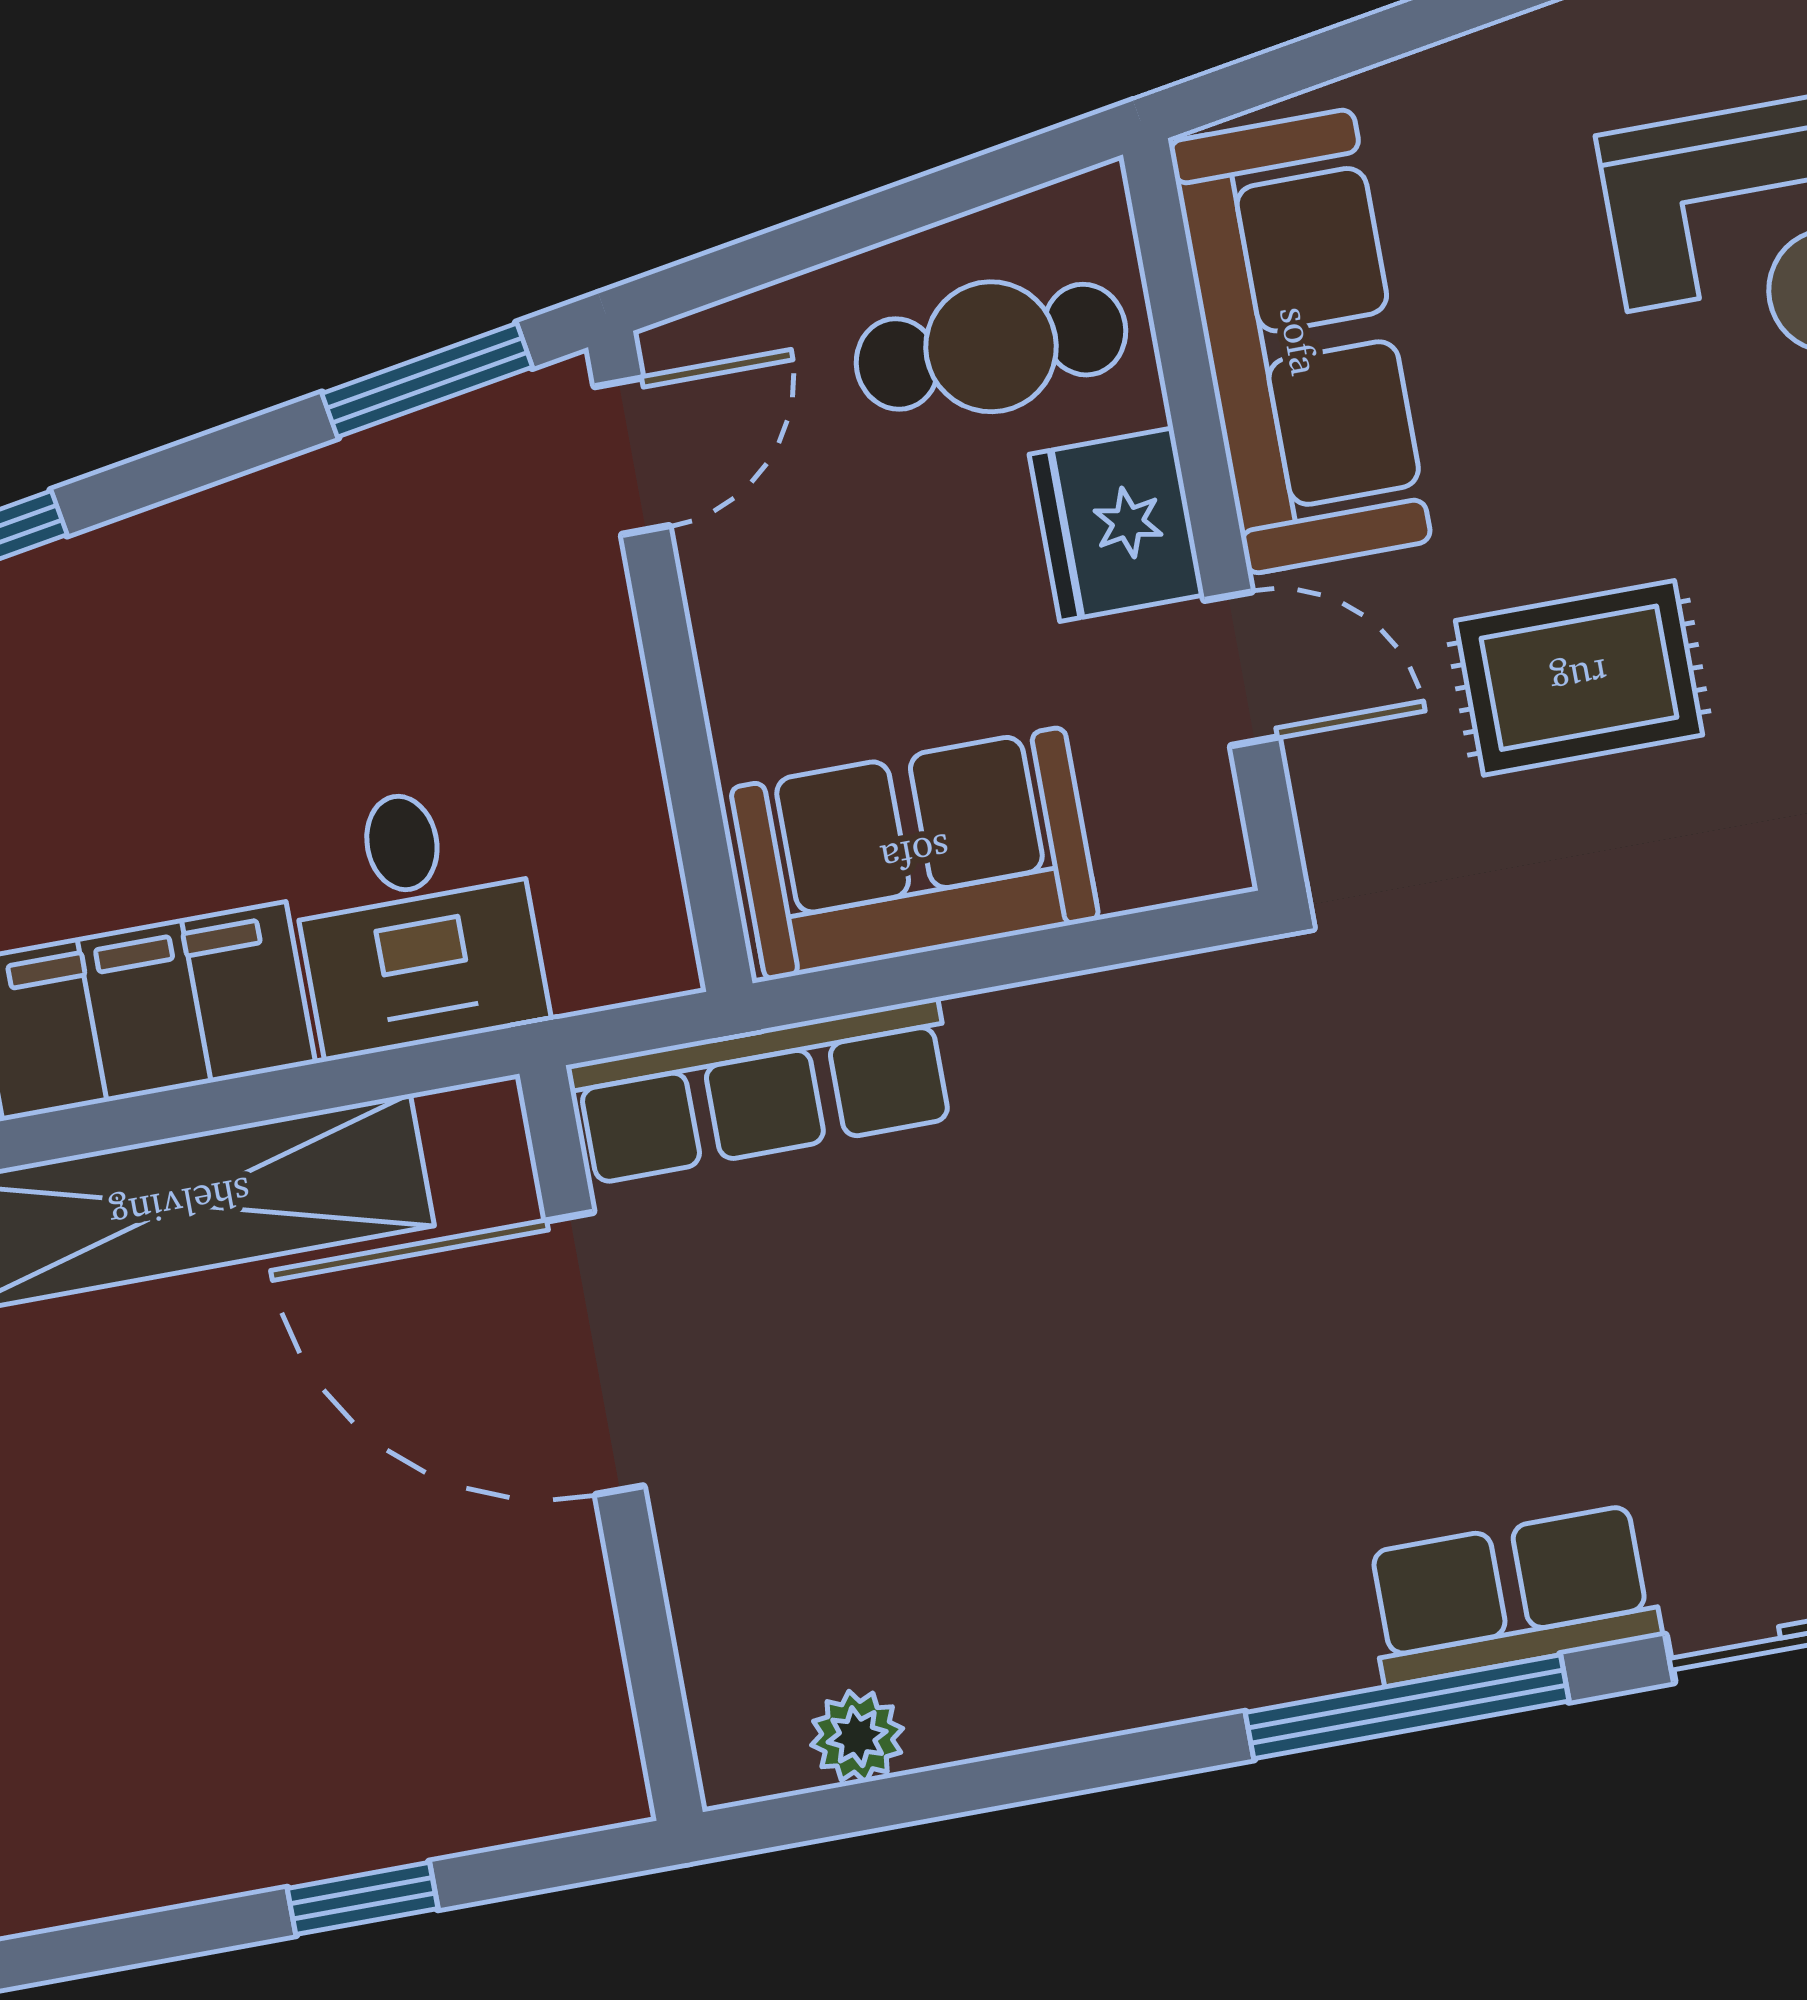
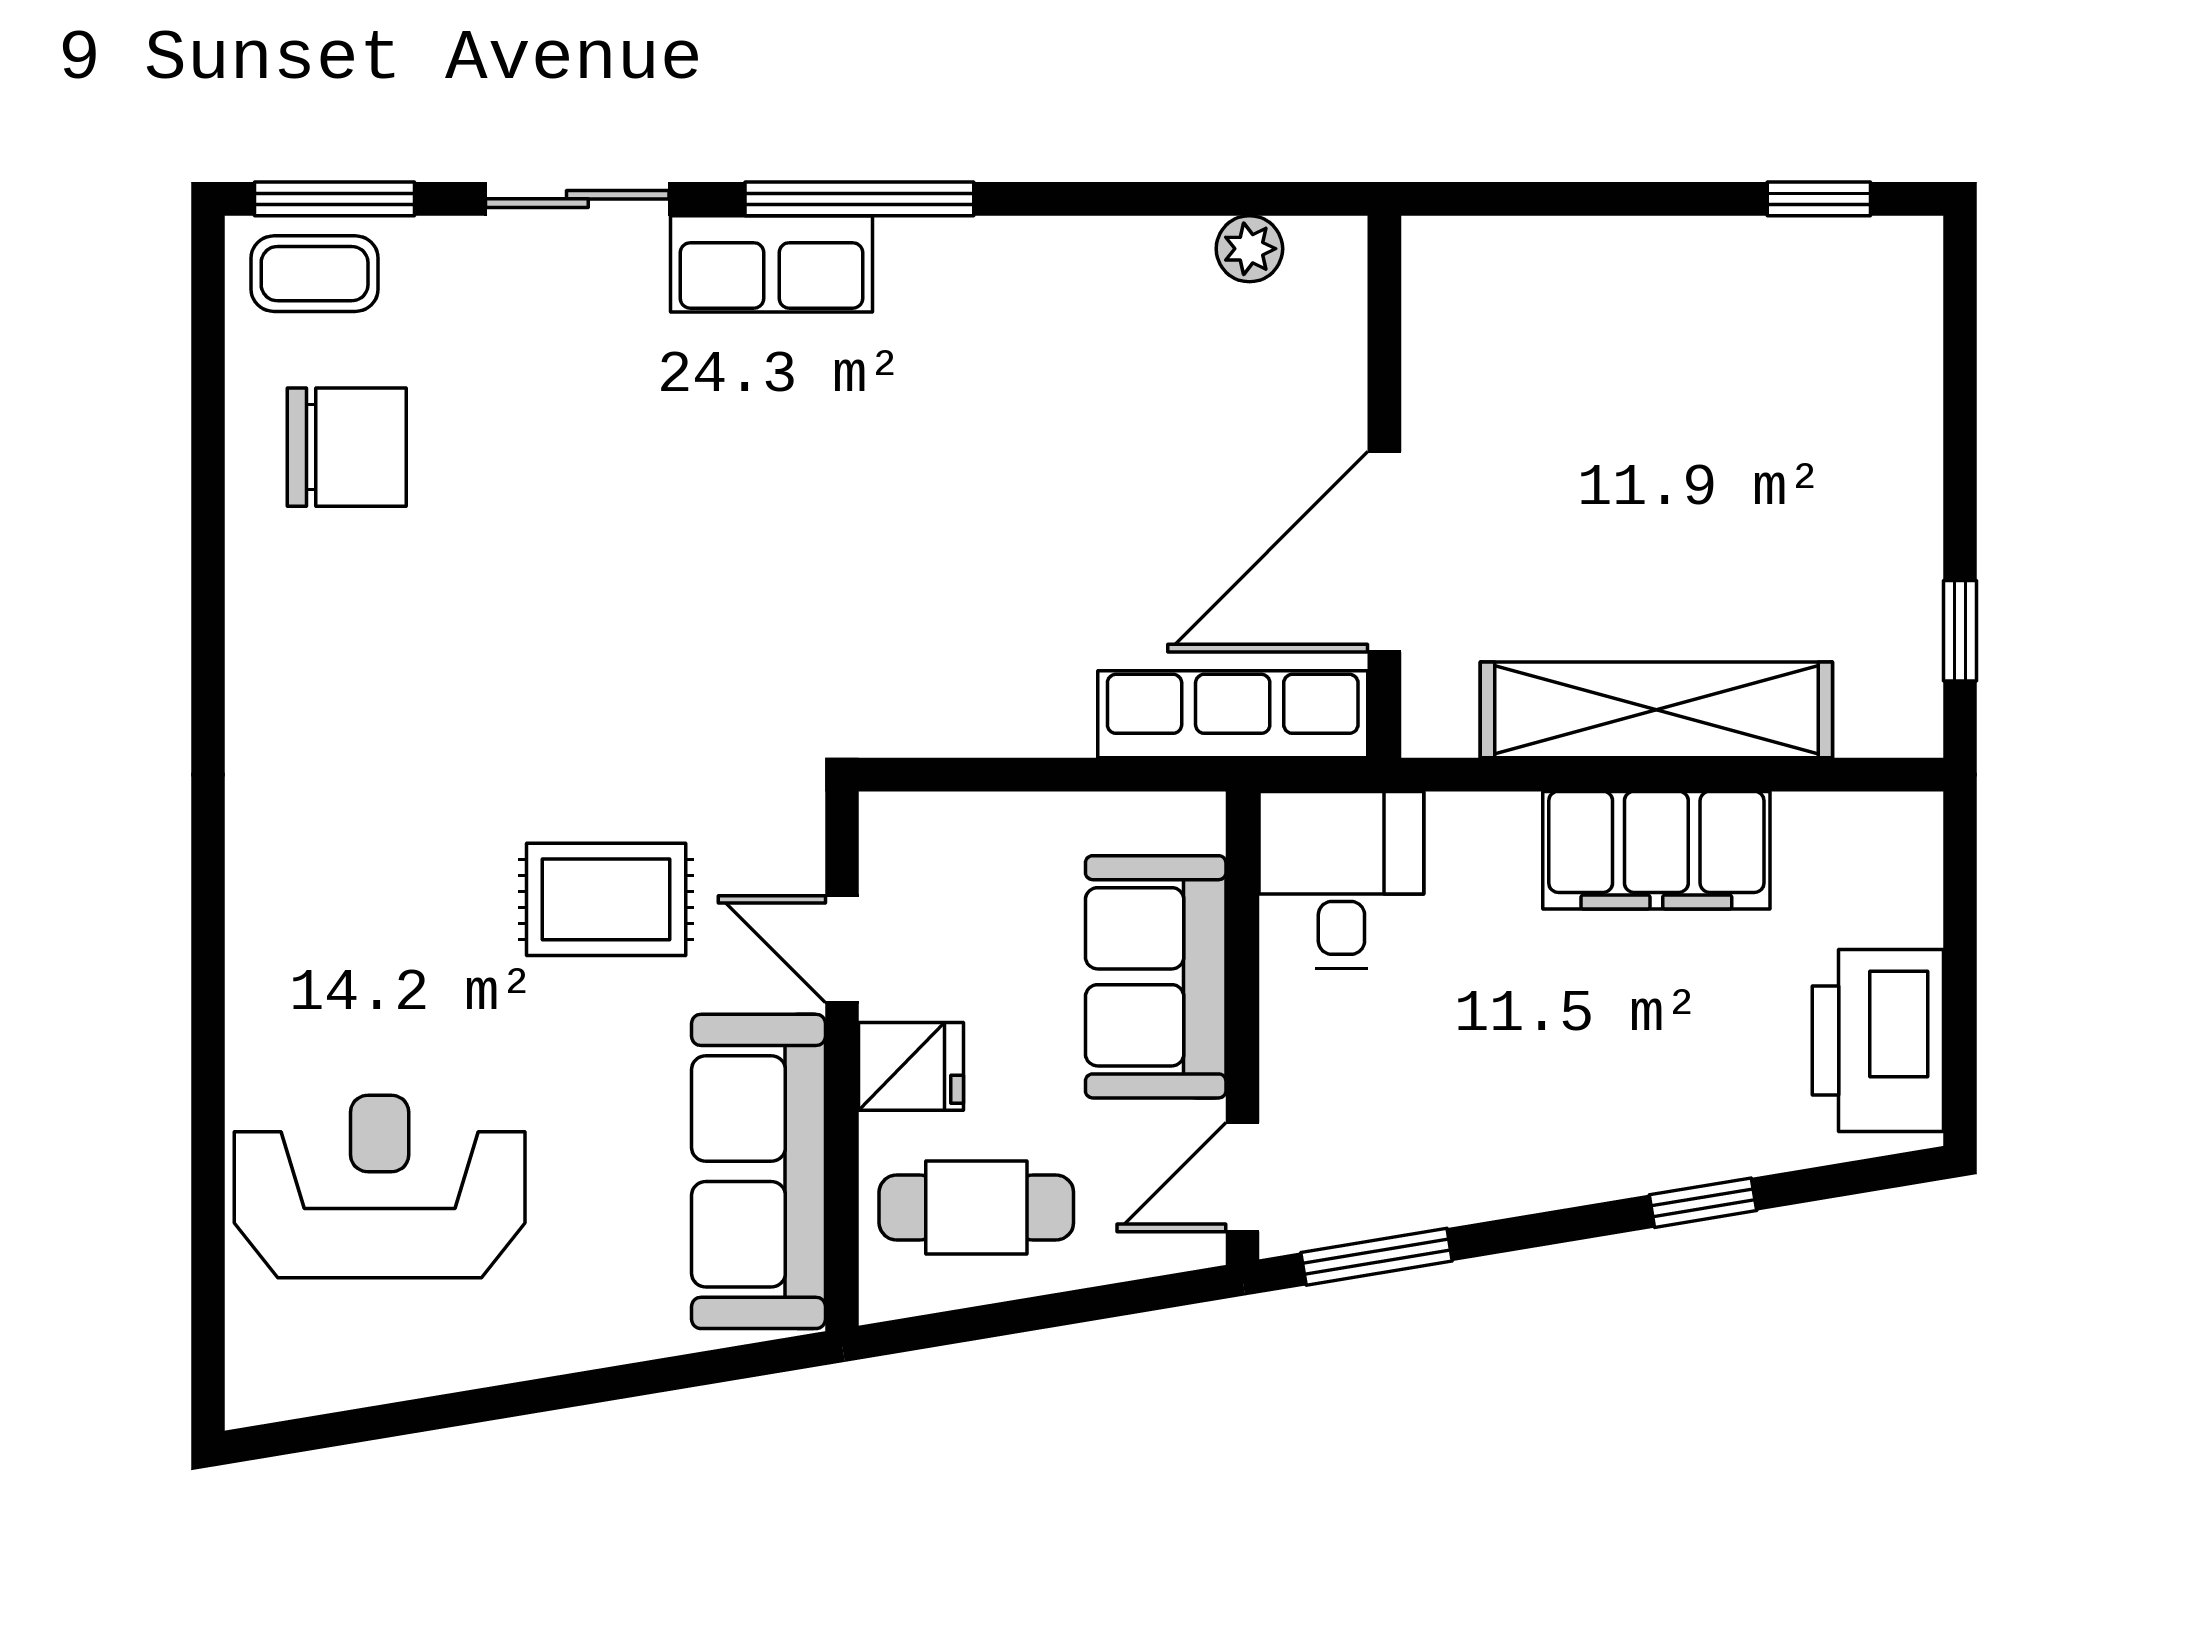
fridge: (1117, 525) -> (911, 1066), width x0.72
sofa: (915, 854) -> (1156, 977), moved, turned 90
desk: (416, 919) -> (1341, 880), moved
door: (595, 1353) -> (1384, 552), swing flipped
window: (363, 1898) -> (1819, 199), moved

